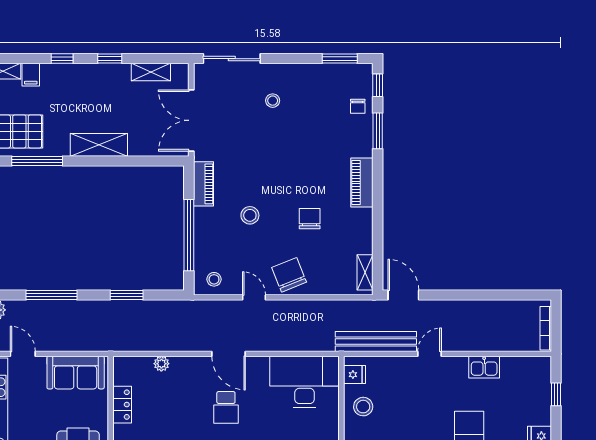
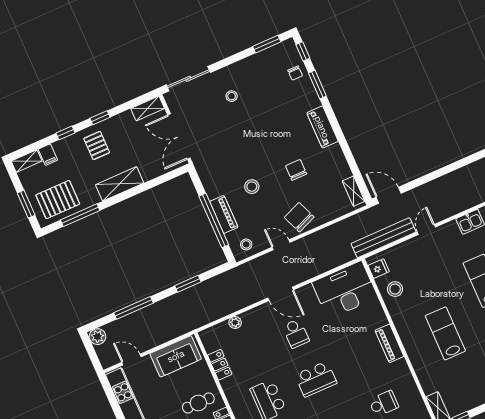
shelving: (151, 72) -> (148, 108), moved
pallet: (92, 89) -> (97, 146), added
piano: (203, 184) -> (224, 214), moved

